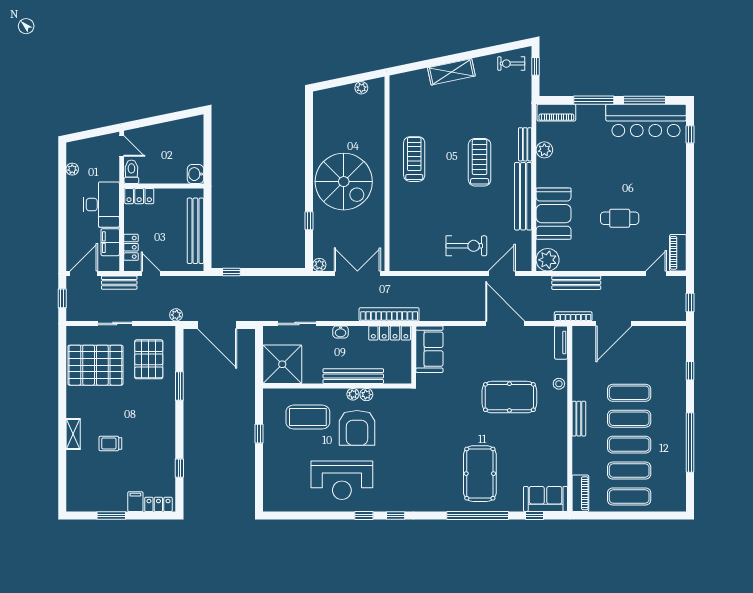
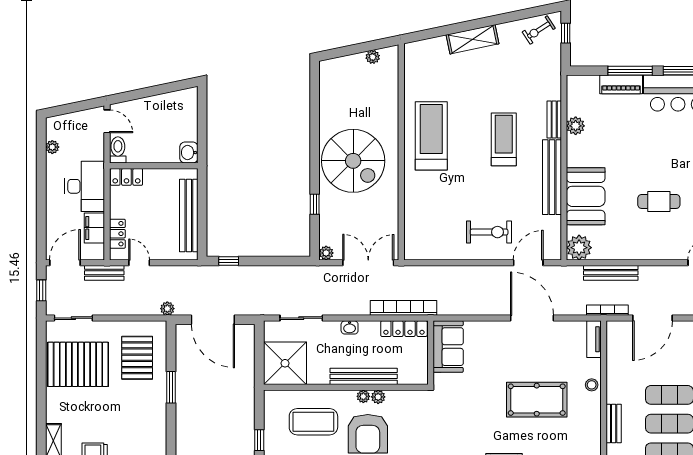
exercise bike: (511, 64) -> (539, 30), turned -33
piano: (556, 113) -> (621, 84), moved
treadmill: (414, 159) -> (431, 136), width x1.37, depth x1.38
sliding door: (115, 323) -> (73, 318), moved

